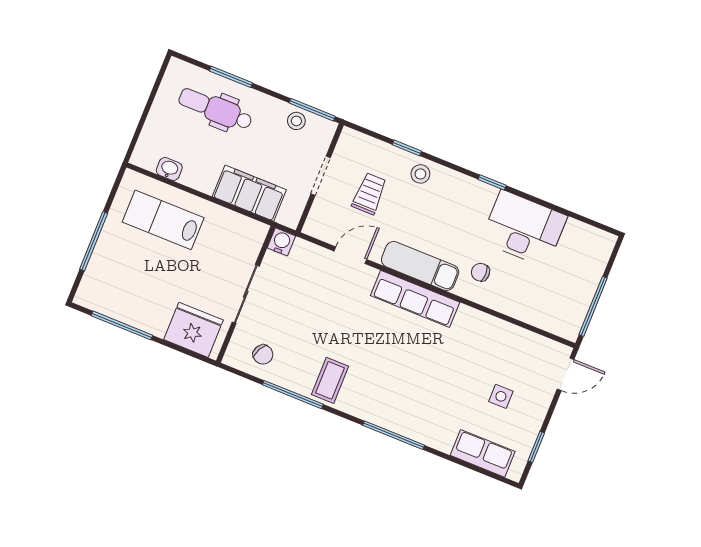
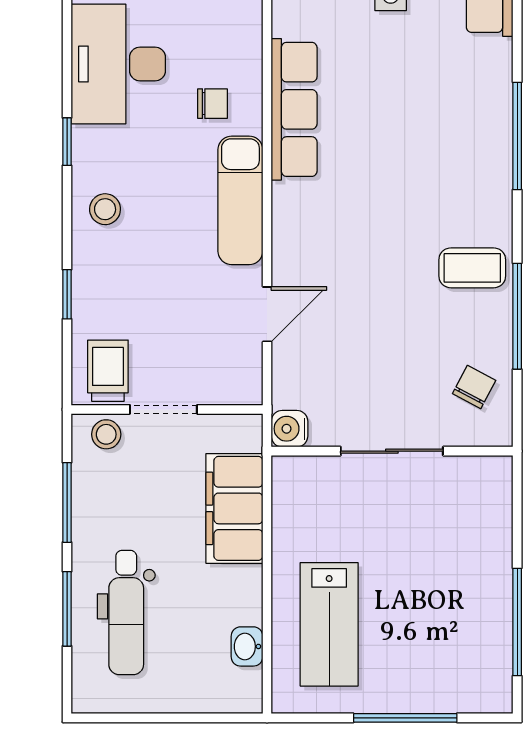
window: (312, 110) -> (67, 502), moved
stool: (296, 121) -> (106, 434), moved
stool: (420, 174) -> (105, 209), moved
trolley: (369, 194) -> (108, 371), moved, turned 90
door: (350, 255) -> (267, 314), swing flipped
chair: (480, 272) -> (212, 104), turned -90
row of seats: (415, 299) -> (294, 109), moved
fridge: (194, 330) -> (479, 509), removed

